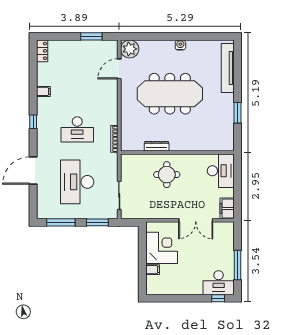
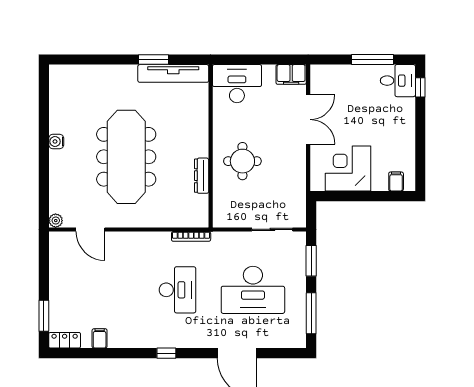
window: (91, 36) -> (44, 316), moved
plant: (130, 49) -> (56, 221), width x0.53, depth x0.53
tv unit: (228, 68) -> (173, 73), moved
filing cabinet: (43, 91) -> (100, 338), moved
filing cabinet: (153, 270) -> (396, 181), moved
desk: (219, 283) -> (398, 81), width x0.73

